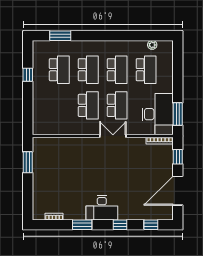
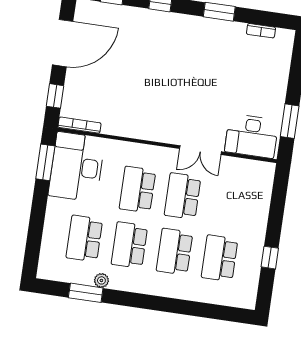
window: (60, 36) -> (86, 293), moved
plant: (152, 45) -> (101, 280), moved
double door: (113, 136) -> (200, 150), moved
desk: (102, 208) -> (252, 136), moved, turned 180

